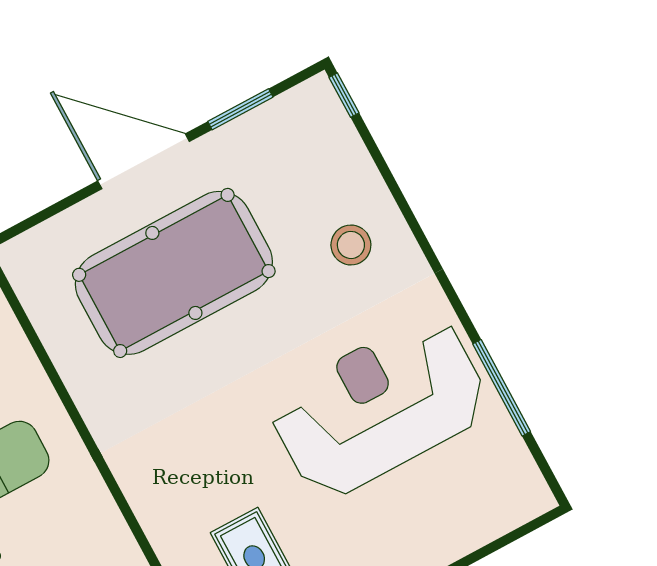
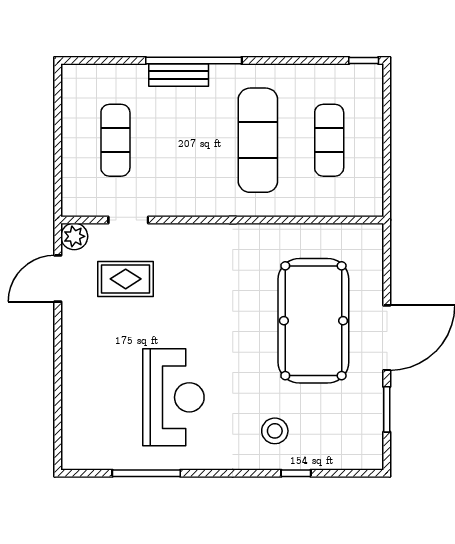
window: (344, 95) -> (296, 473), moved
reception desk: (379, 406) -> (173, 397), width x0.74, depth x0.77

